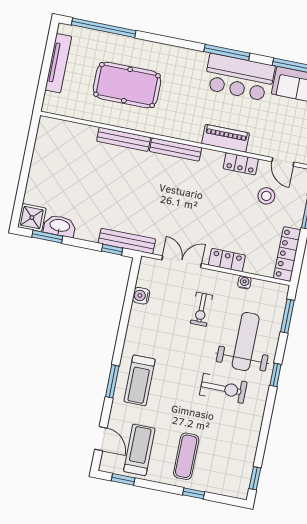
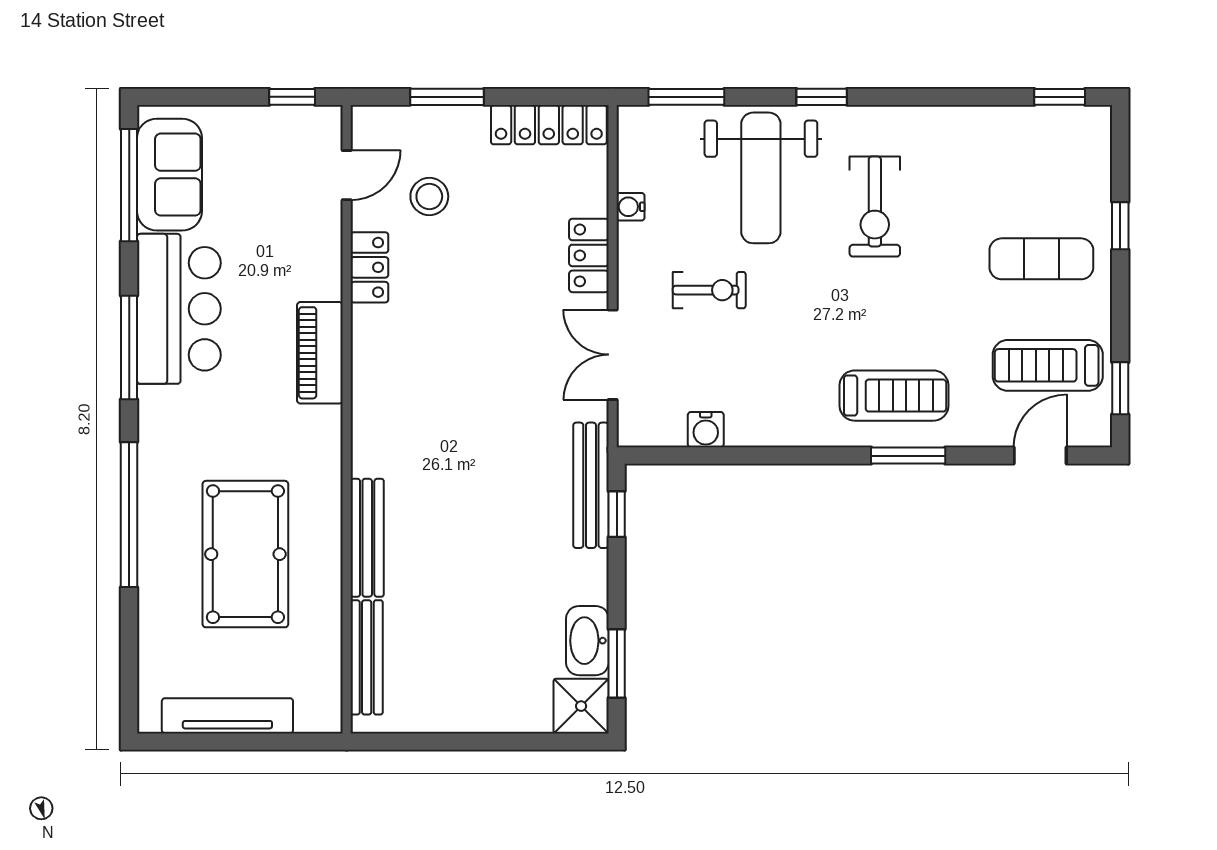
window: (104, 28) -> (129, 515), moved
piano: (226, 138) -> (320, 353), moved
bench: (176, 149) -> (367, 657), moved
weight bench: (246, 342) -> (761, 178), turned -90
exercise bike: (223, 388) -> (875, 207), turned 180

